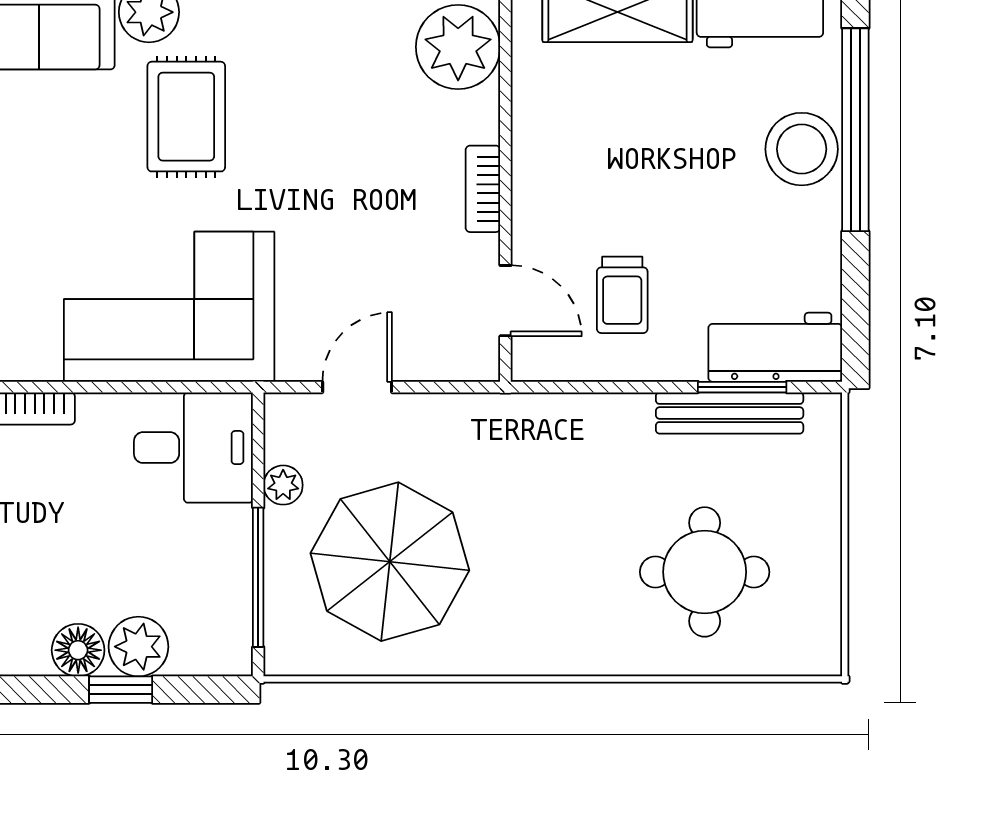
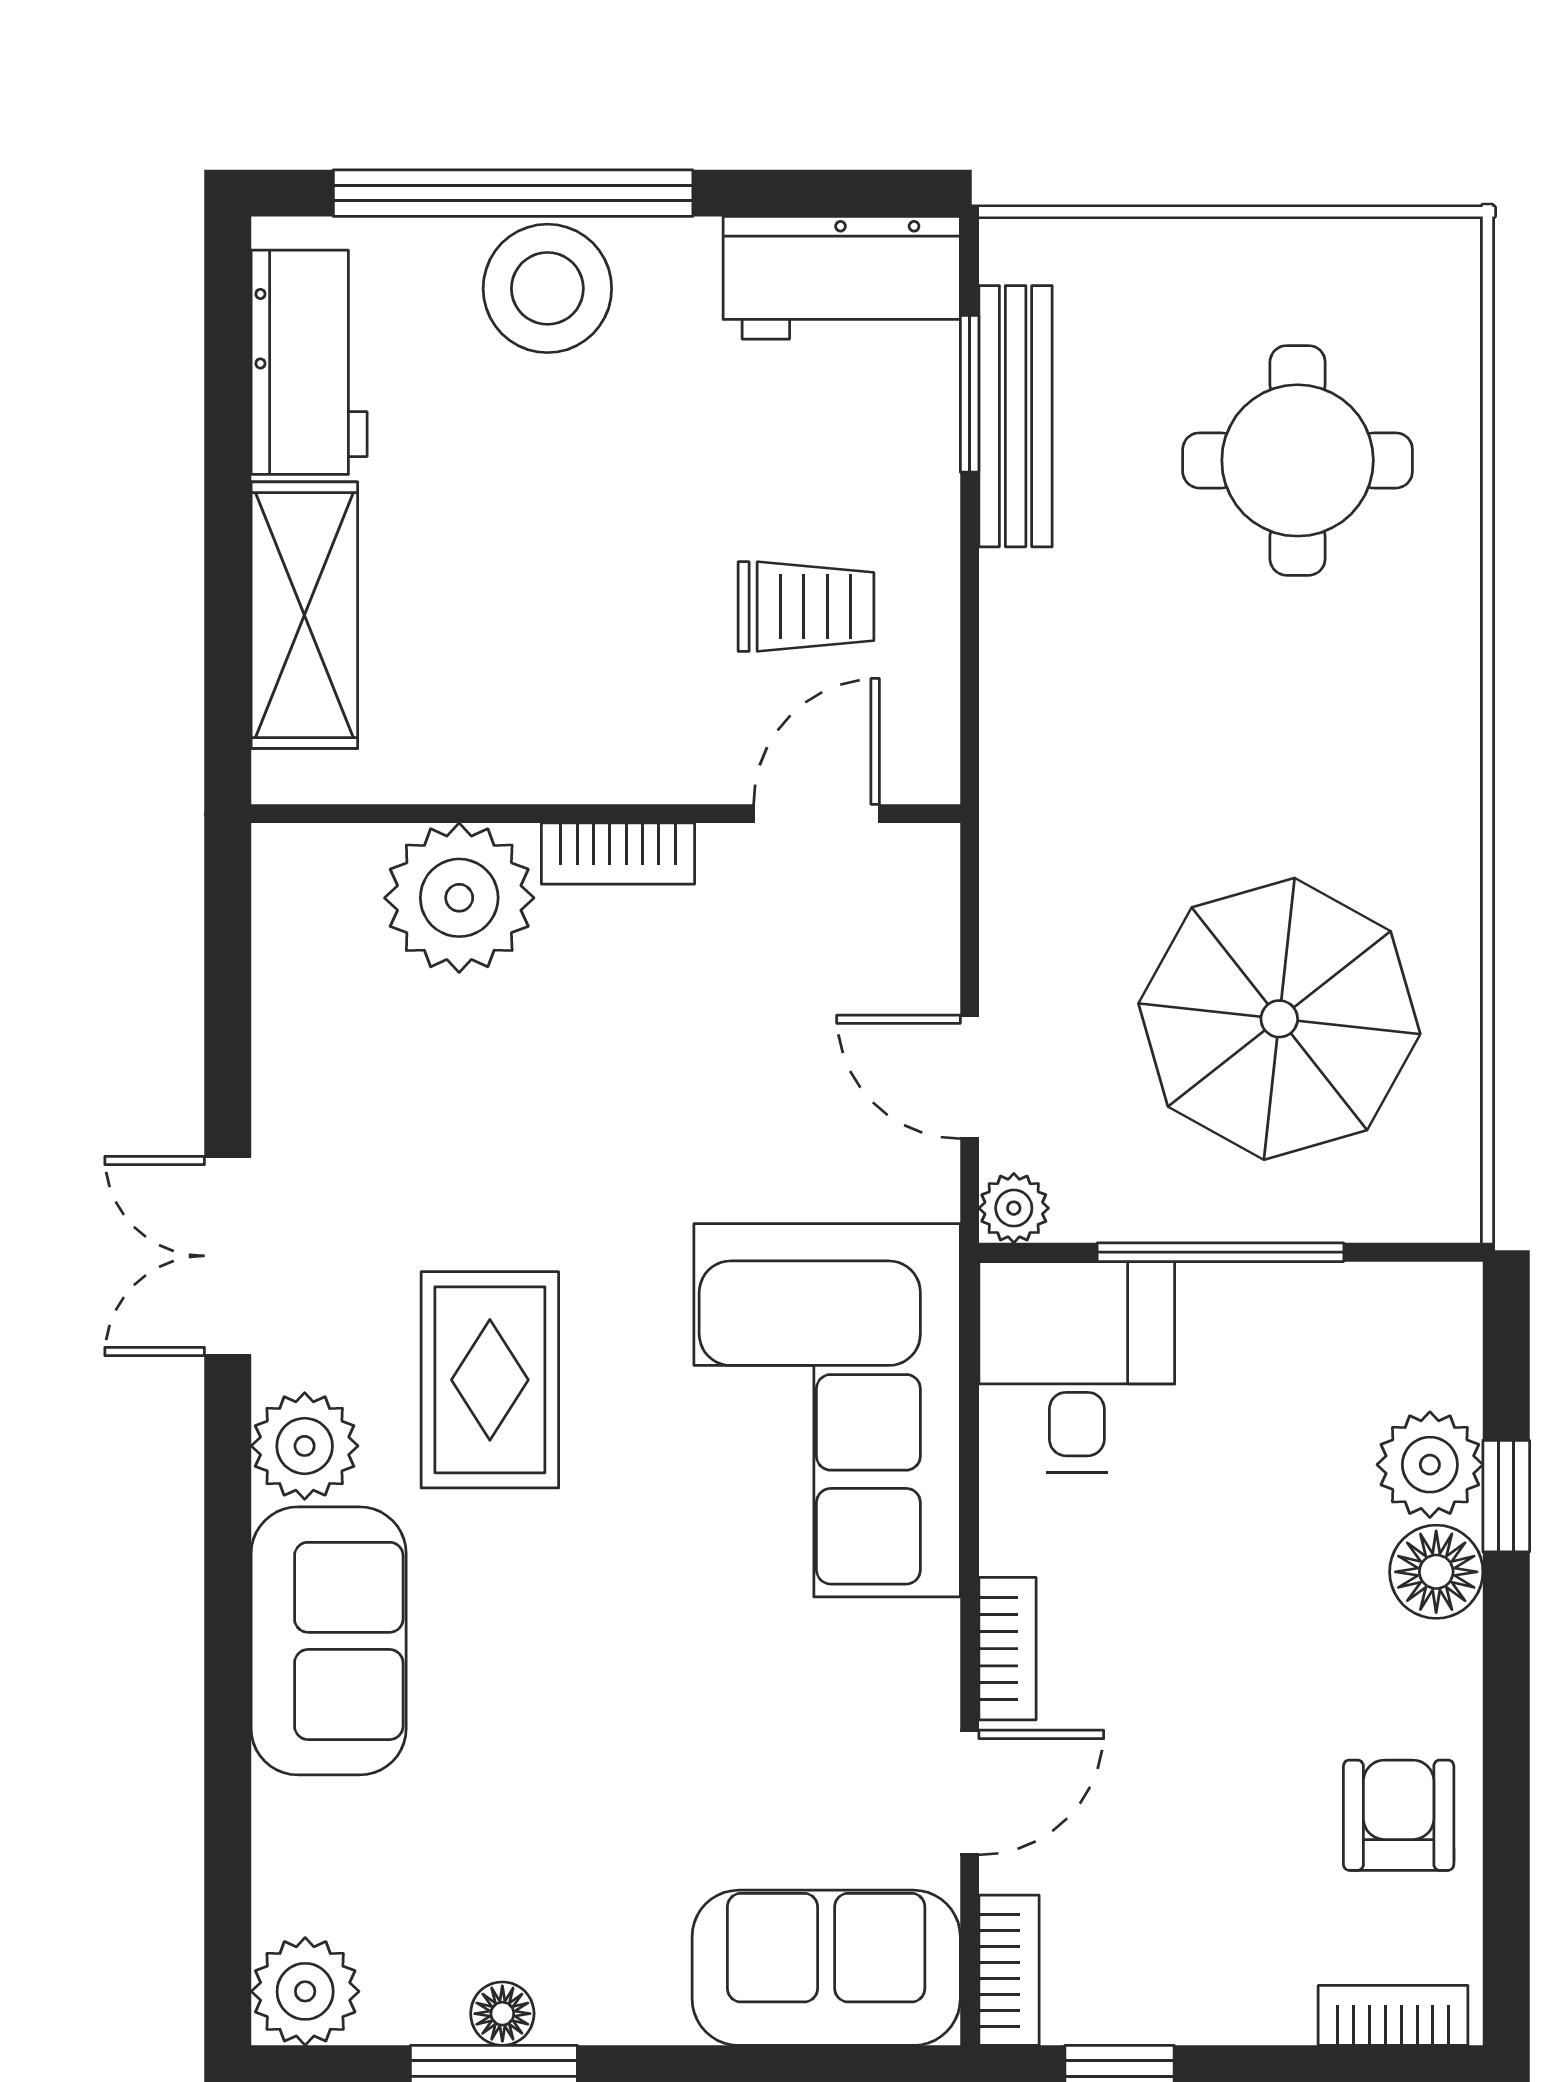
plant: (458, 47) -> (459, 898), moved
rug: (186, 117) -> (490, 1380), turned 90
workbench: (775, 347) -> (842, 278), moved, turned -90
plant: (283, 485) -> (1014, 1208), moved
window: (258, 577) -> (1220, 1252), moved

